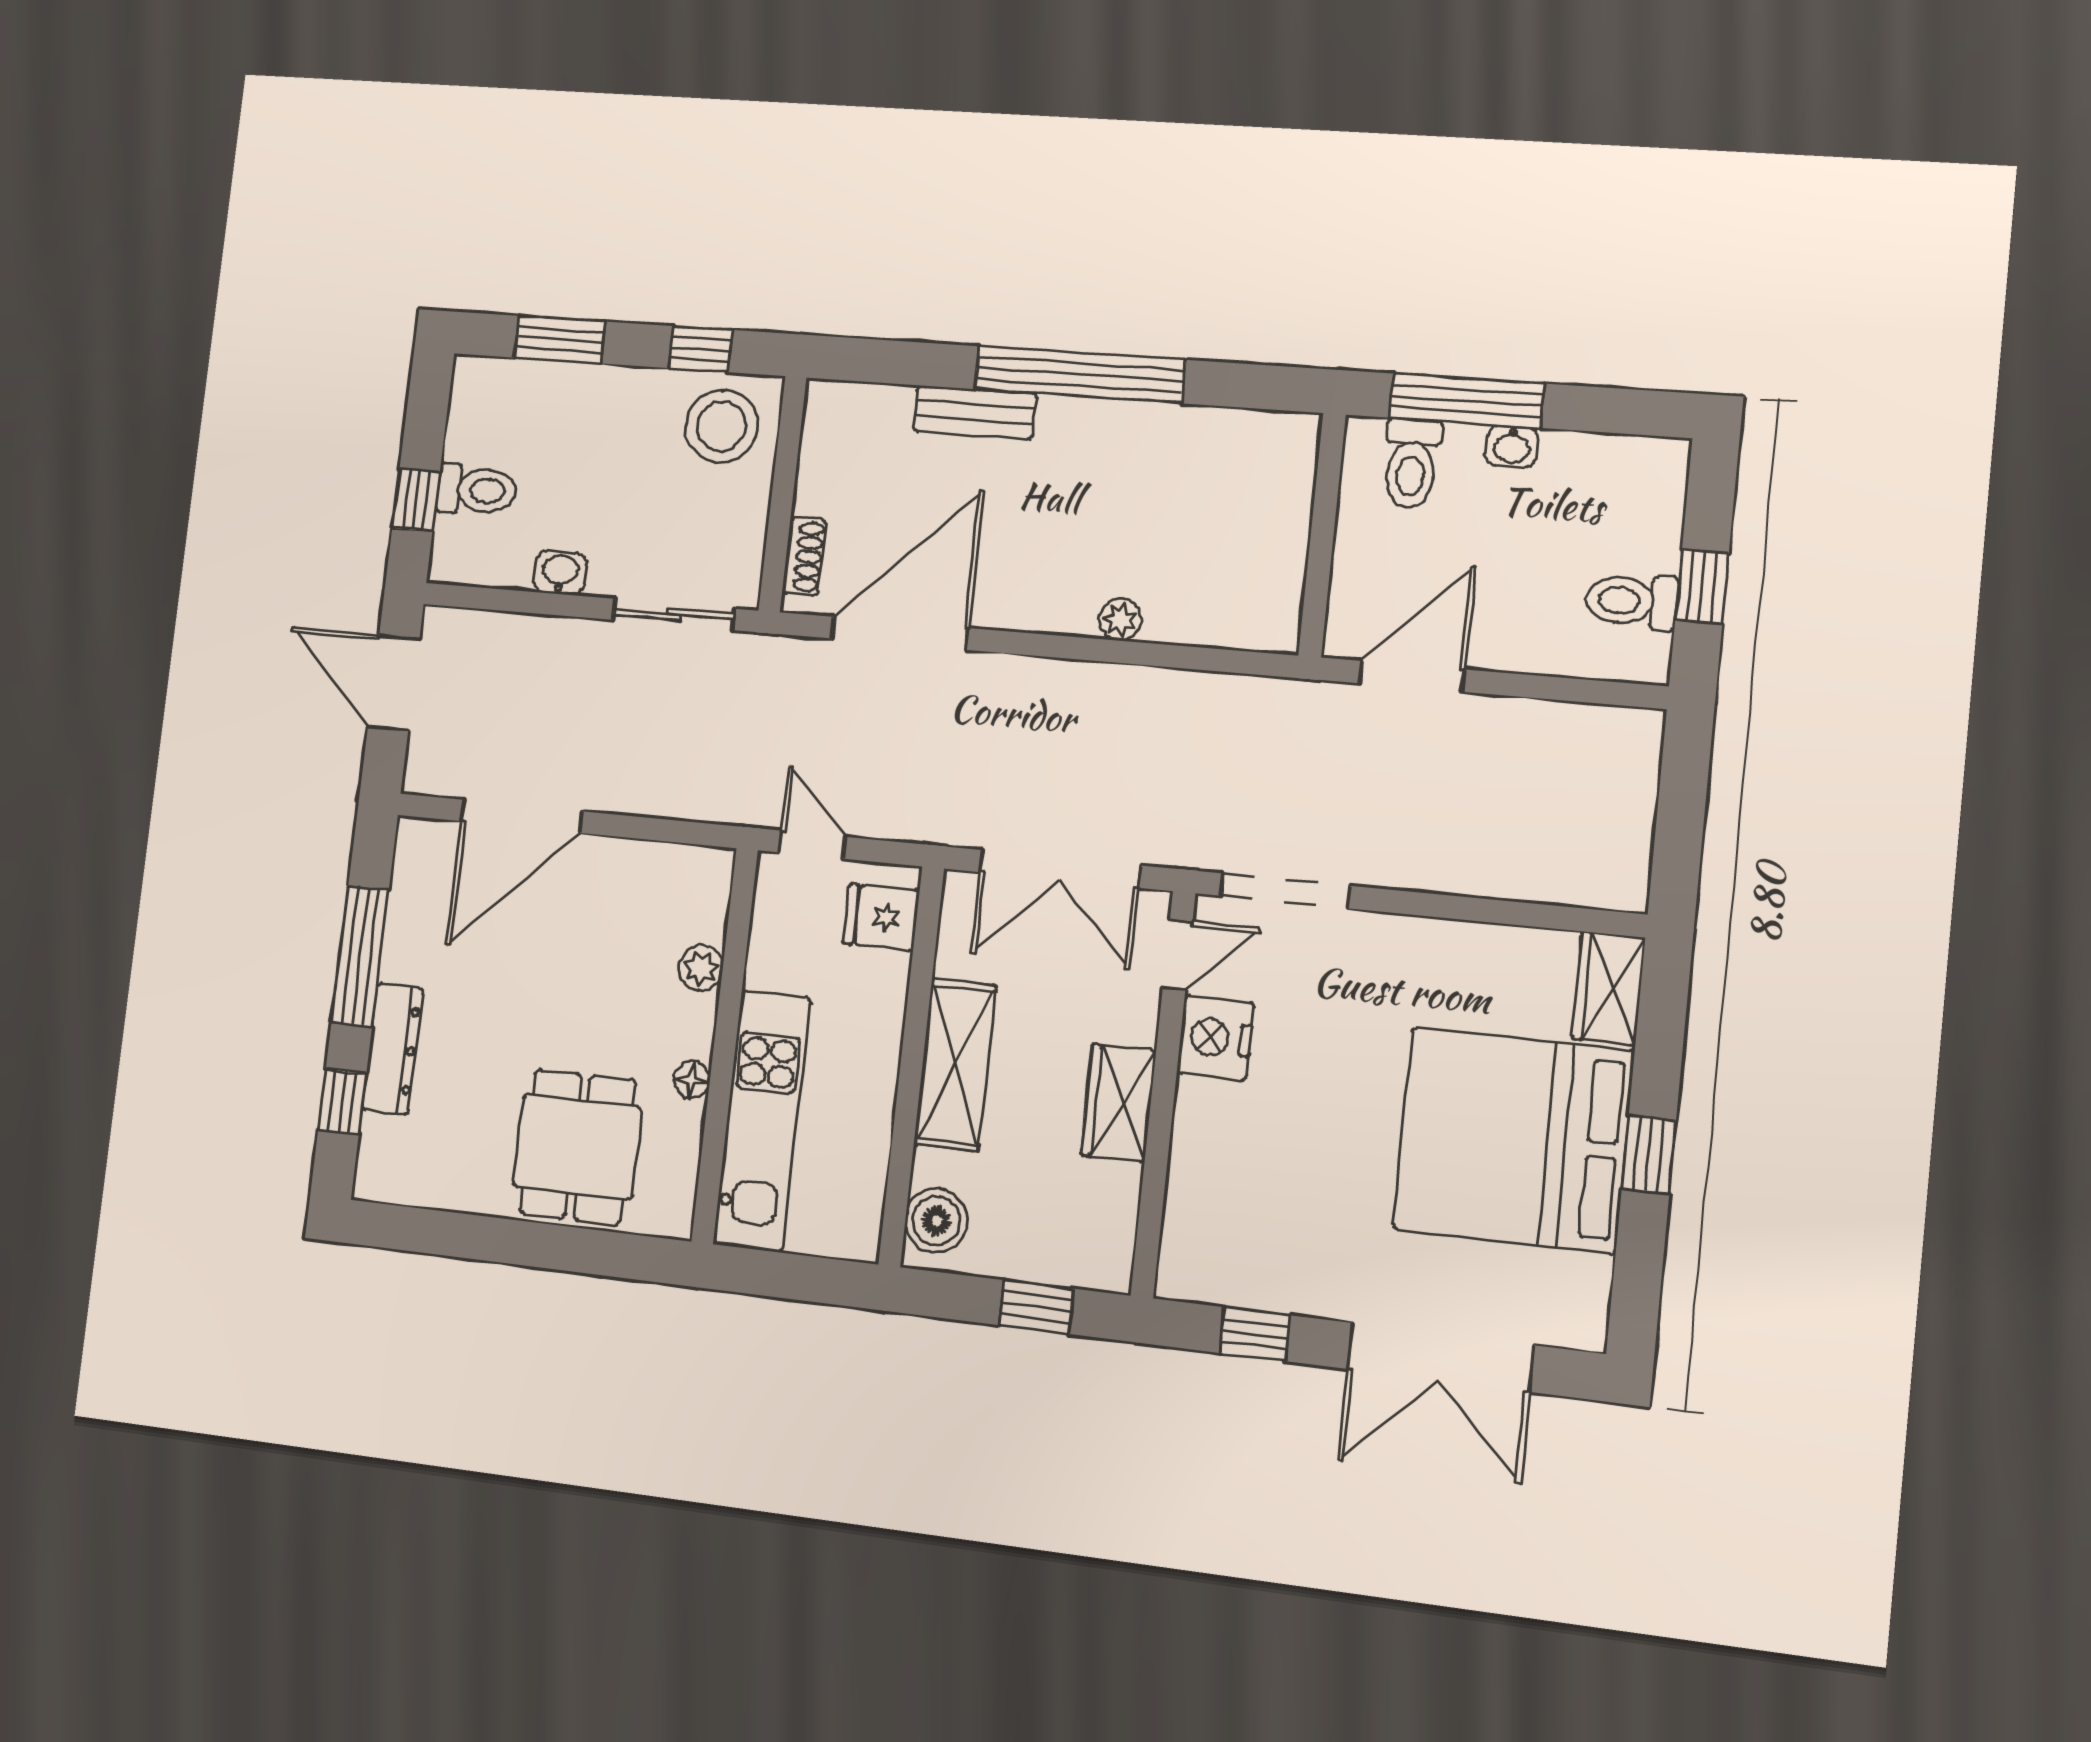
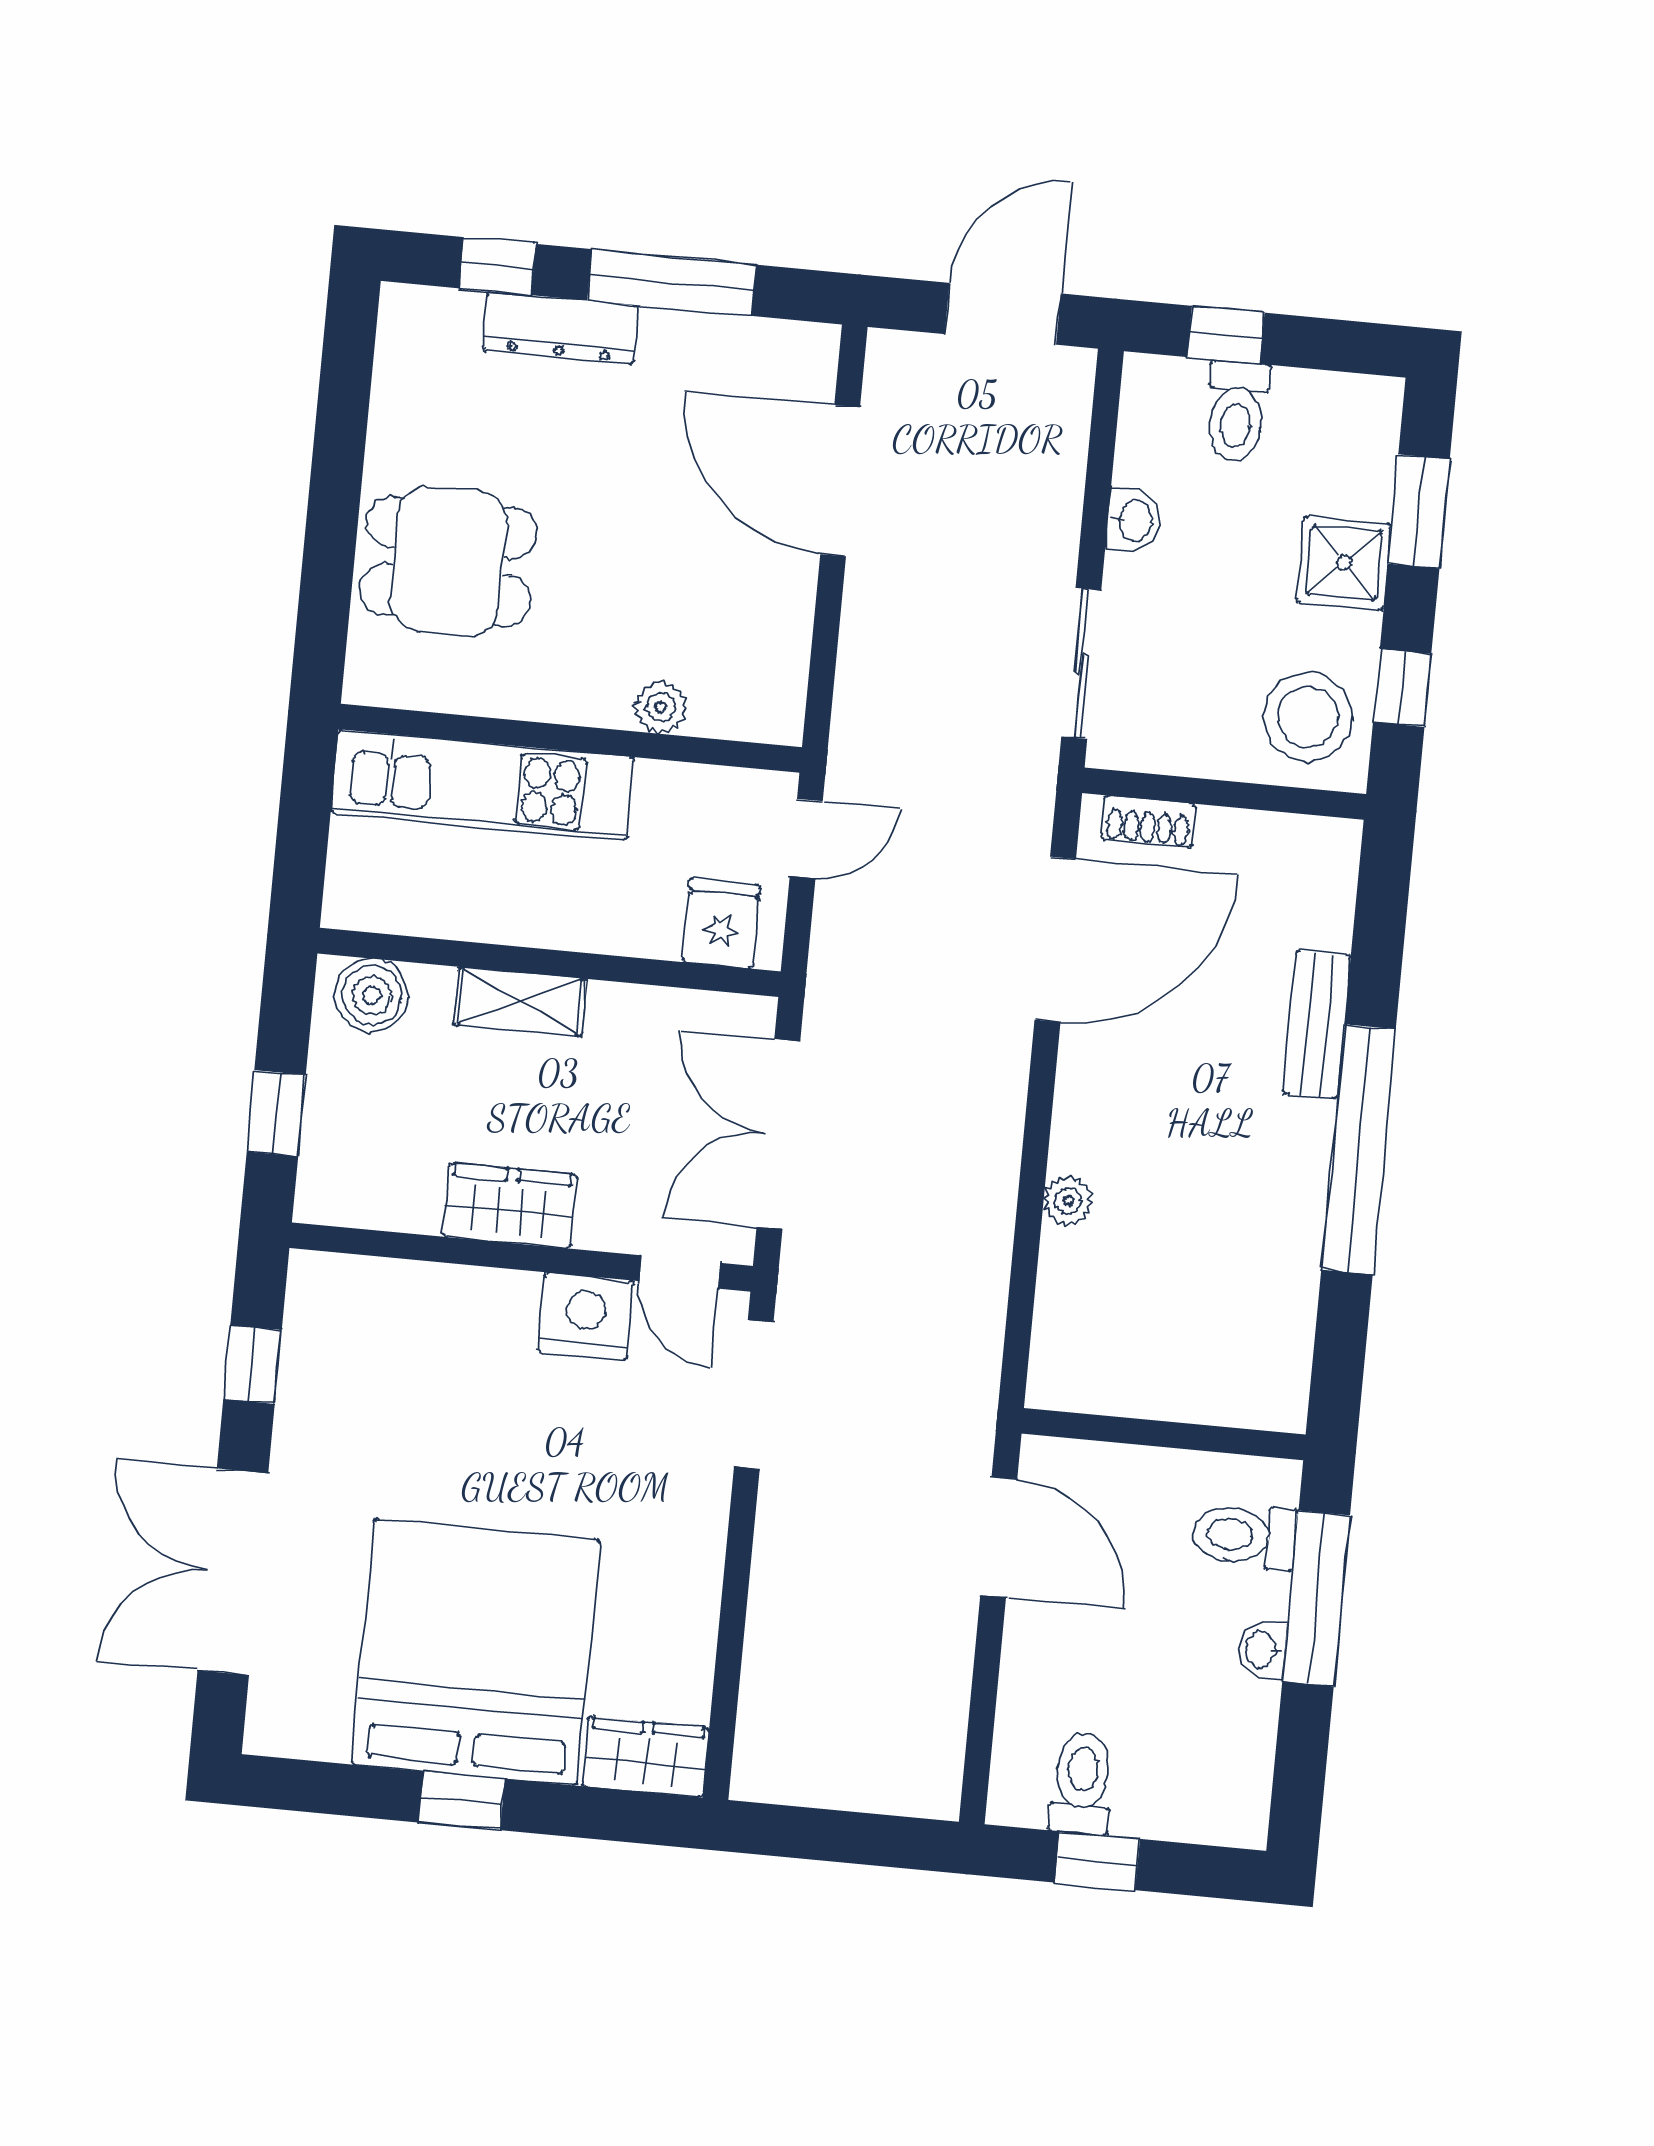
shower: (599, 399) -> (1344, 563), added
door: (900, 633) -> (1055, 939), hinge flipped
shelving: (955, 1065) -> (520, 1002), width x0.67, depth x0.75
floor lamp: (692, 1080) -> (529, 700), removed

